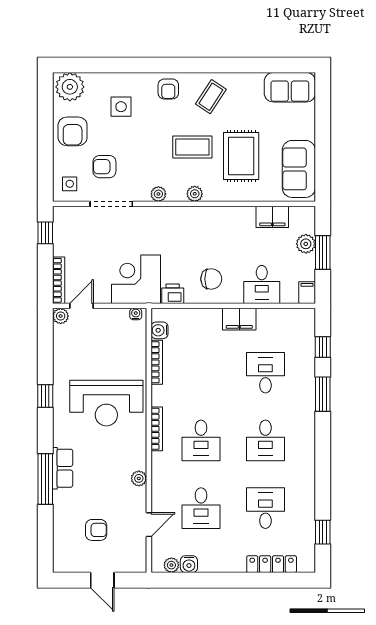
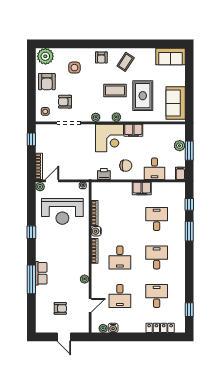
filing cabinet: (272, 217) -> (133, 130), moved
corner desk: (136, 279) -> (109, 138), moved, turned 180
water cooler: (159, 330) -> (96, 231), moved
reception desk: (106, 403) -> (62, 211), moved
desk: (265, 440) -> (157, 257), turned 180

